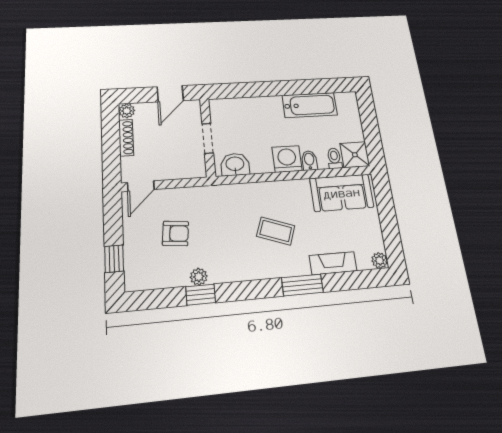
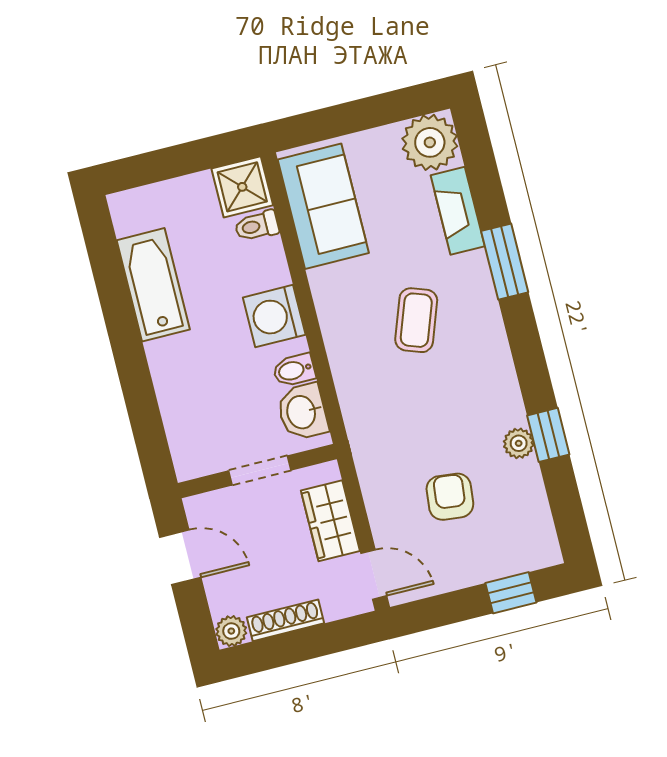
bidet: (309, 160) -> (294, 370), moved
wardrobe: (175, 169) -> (330, 521), added
plant: (380, 260) -> (430, 142), width x1.88, depth x1.88

